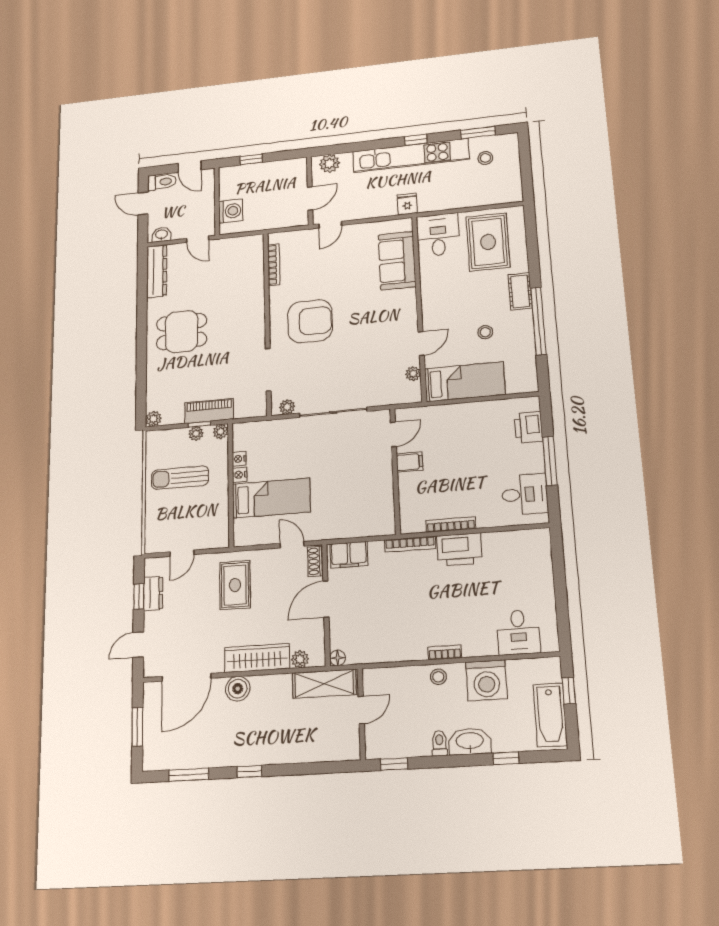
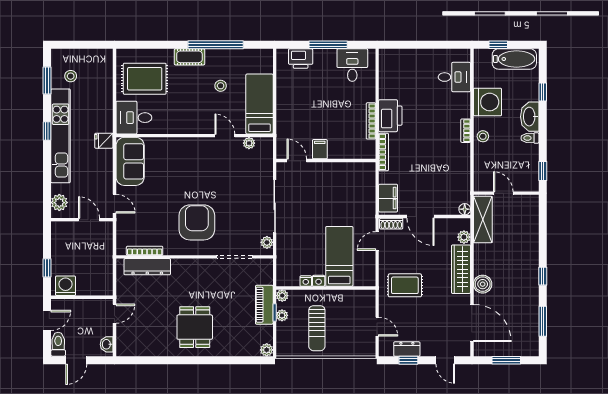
washing machine: (231, 211) -> (66, 286), moved
sofa: (397, 261) -> (130, 161), moved, turned -90
dresser: (157, 271) -> (147, 267), moved, turned 180

